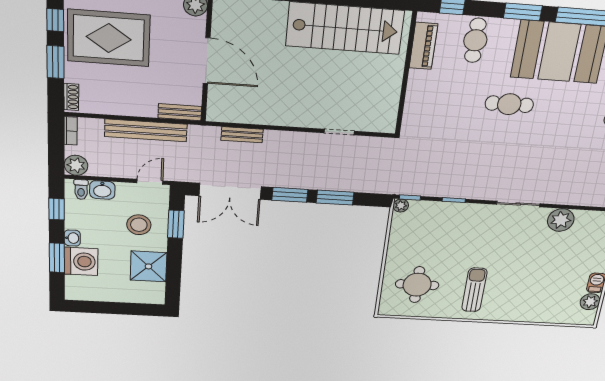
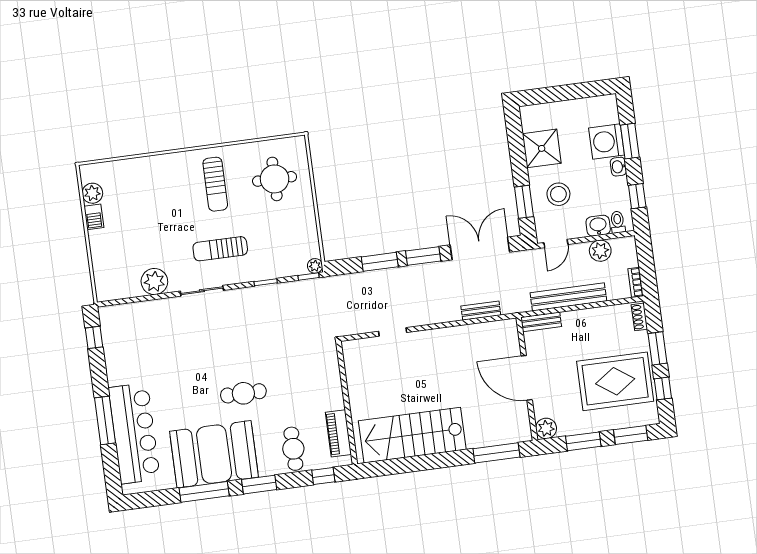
plant: (76, 165) -> (600, 251), moved
sun lounger: (488, 236) -> (220, 249), added

